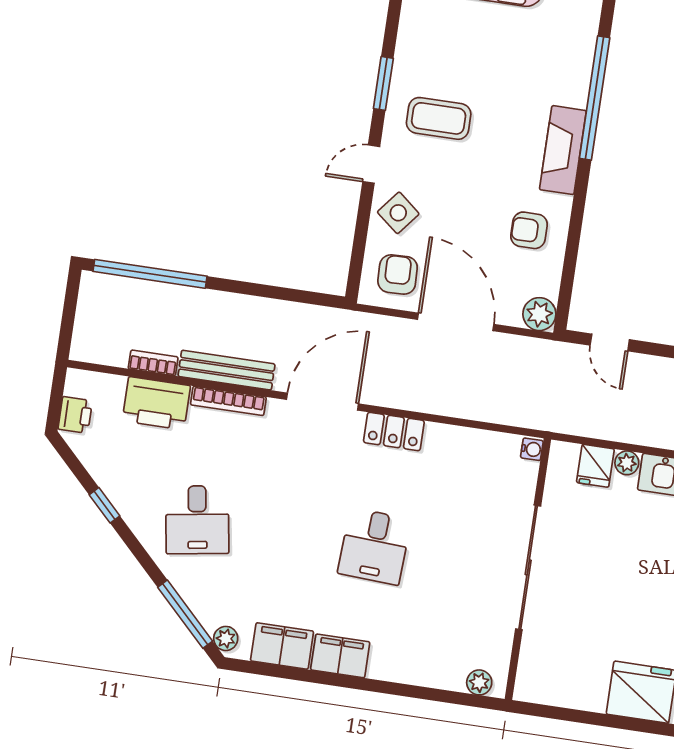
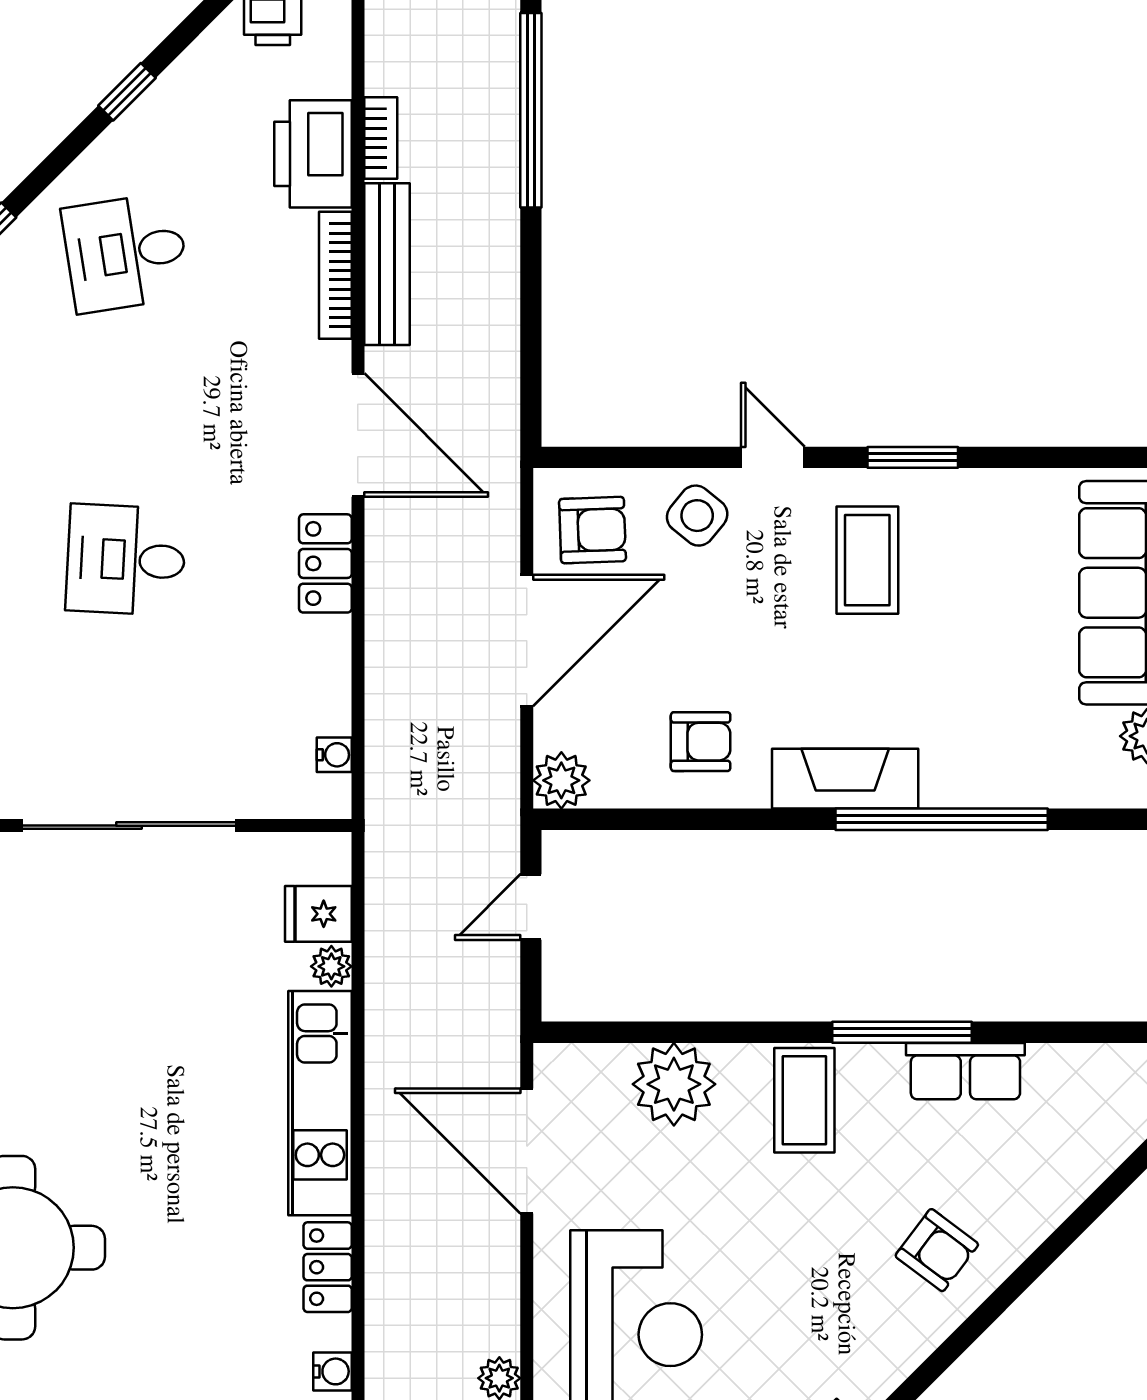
armchair: (529, 230) -> (701, 742), turned 90
water cooler: (532, 449) -> (334, 755), moved, turned -90

